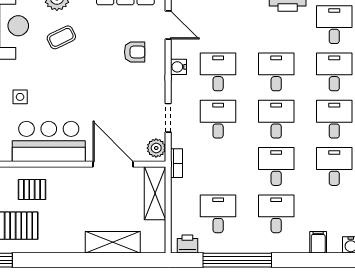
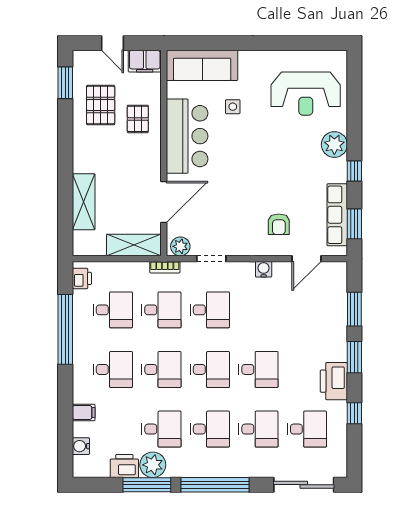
coffee table: (61, 37) -> (294, 149), removed
desk: (218, 72) -> (161, 310), moved

